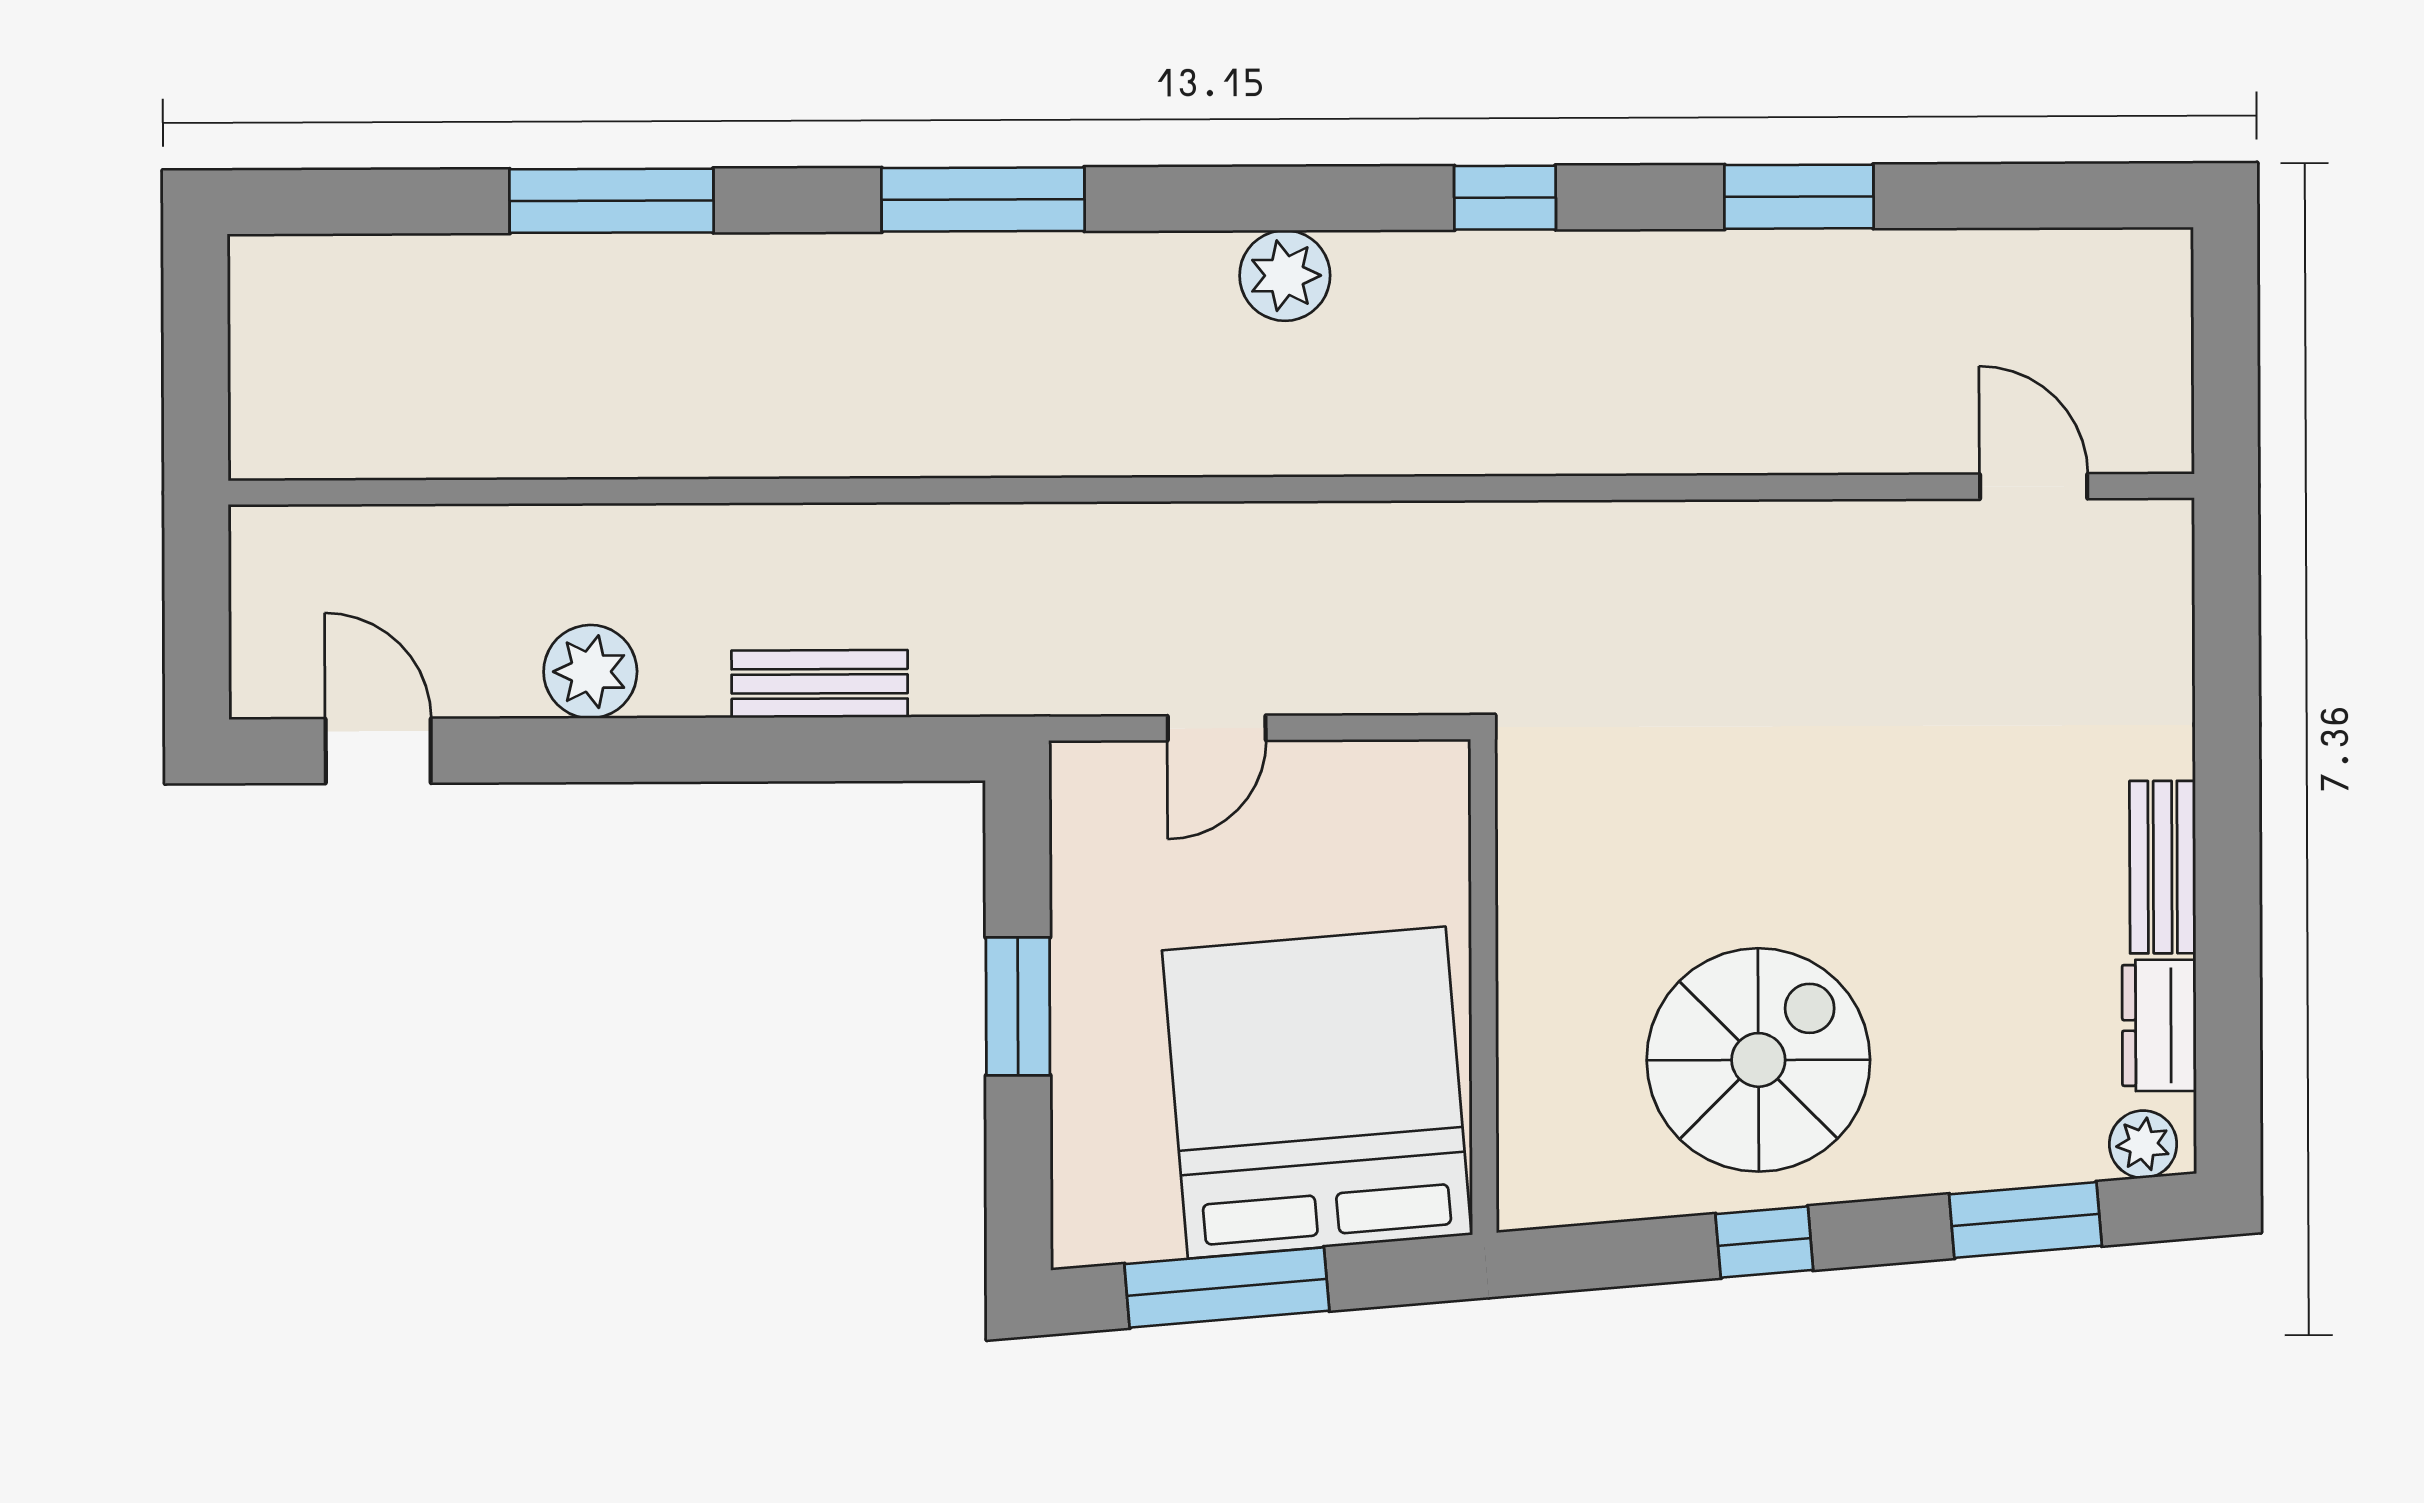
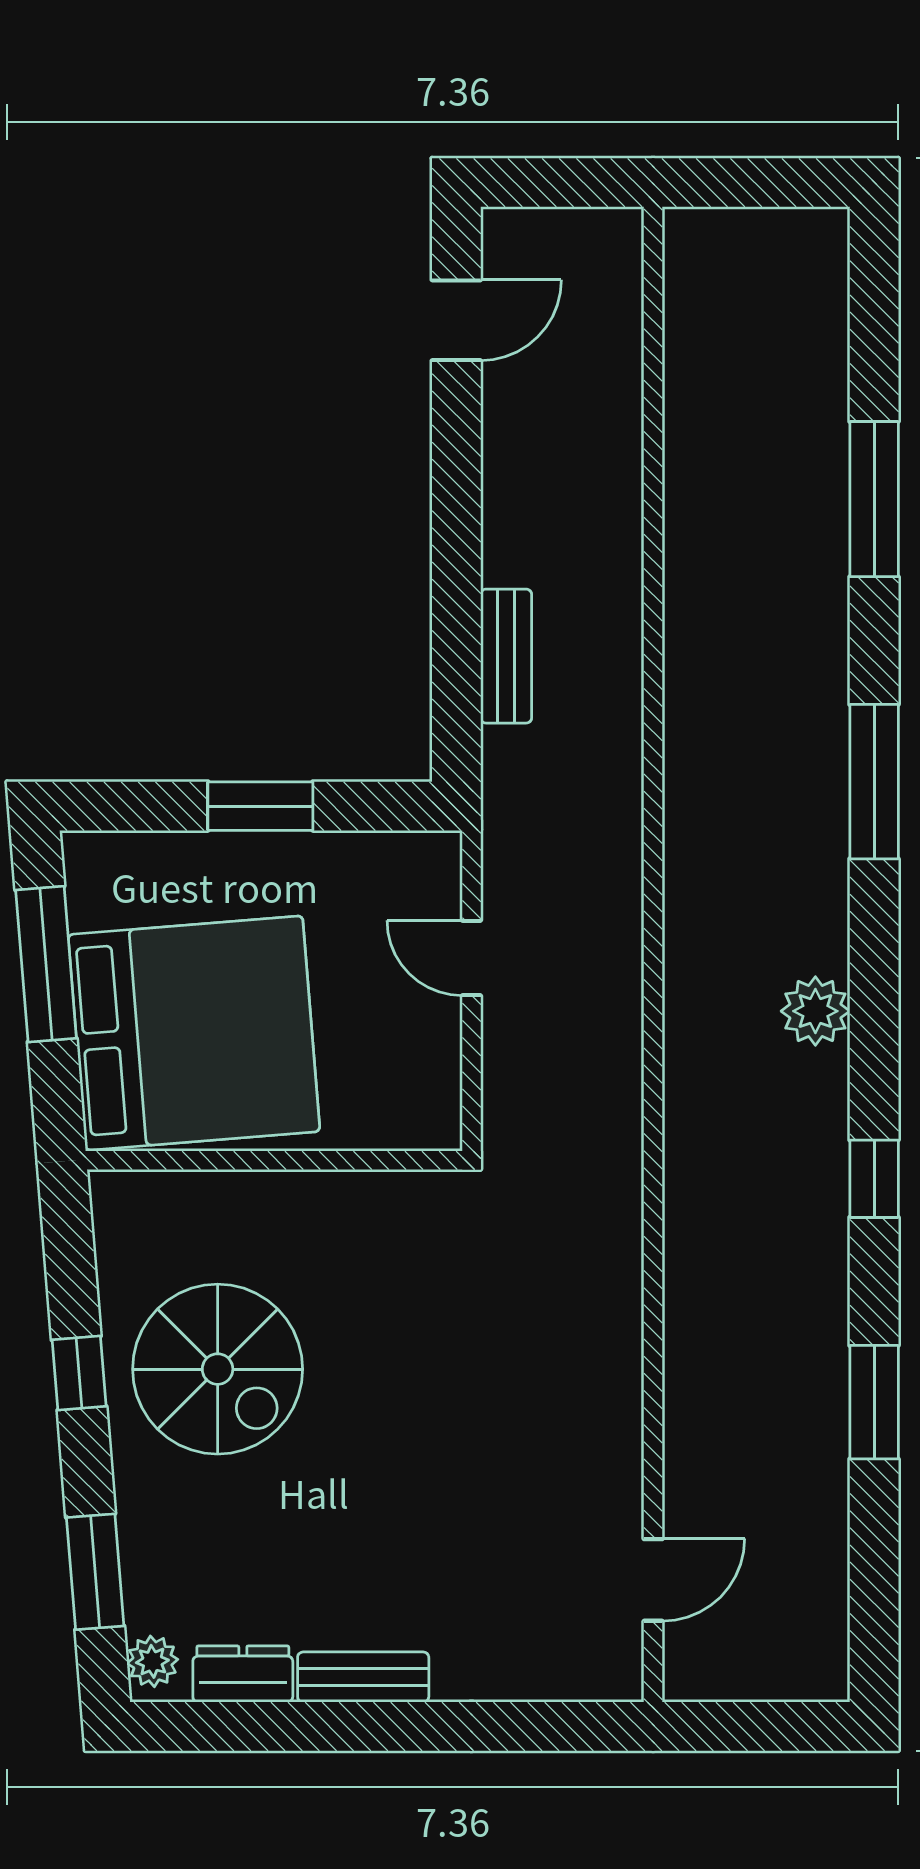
plant: (590, 672) -> (516, 482), removed

